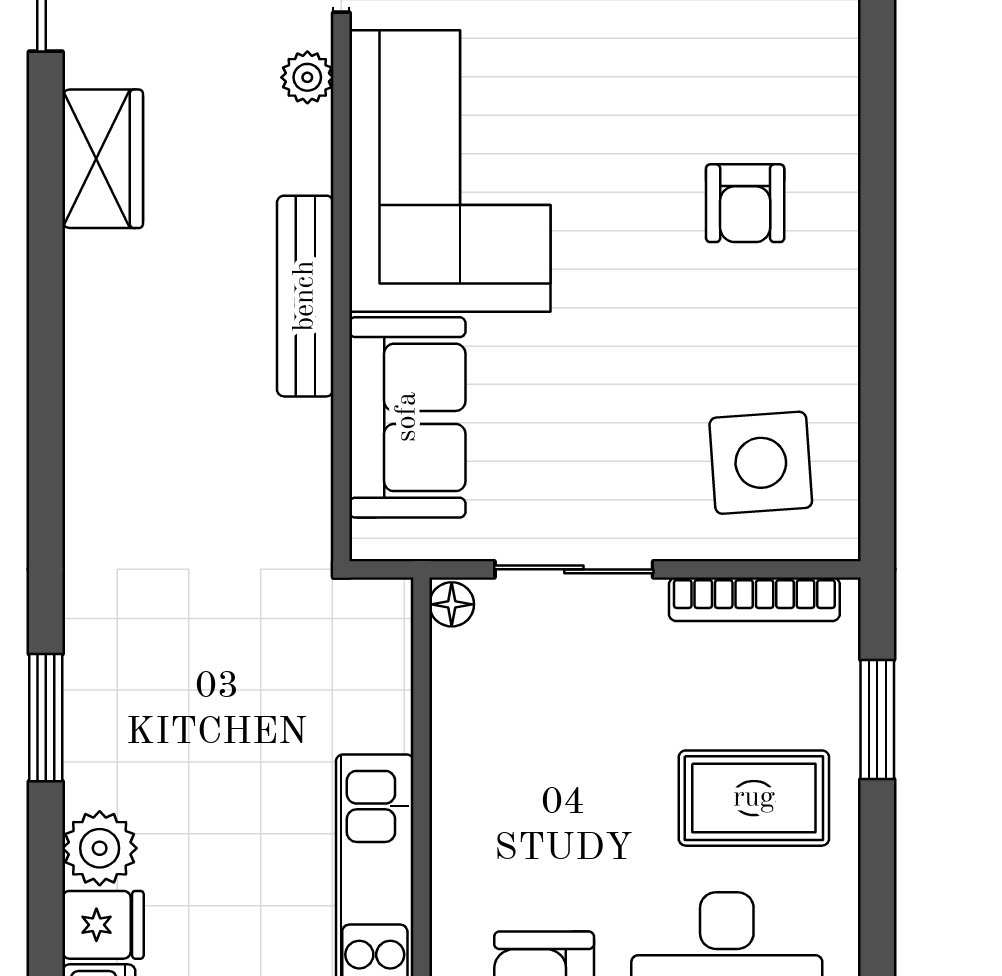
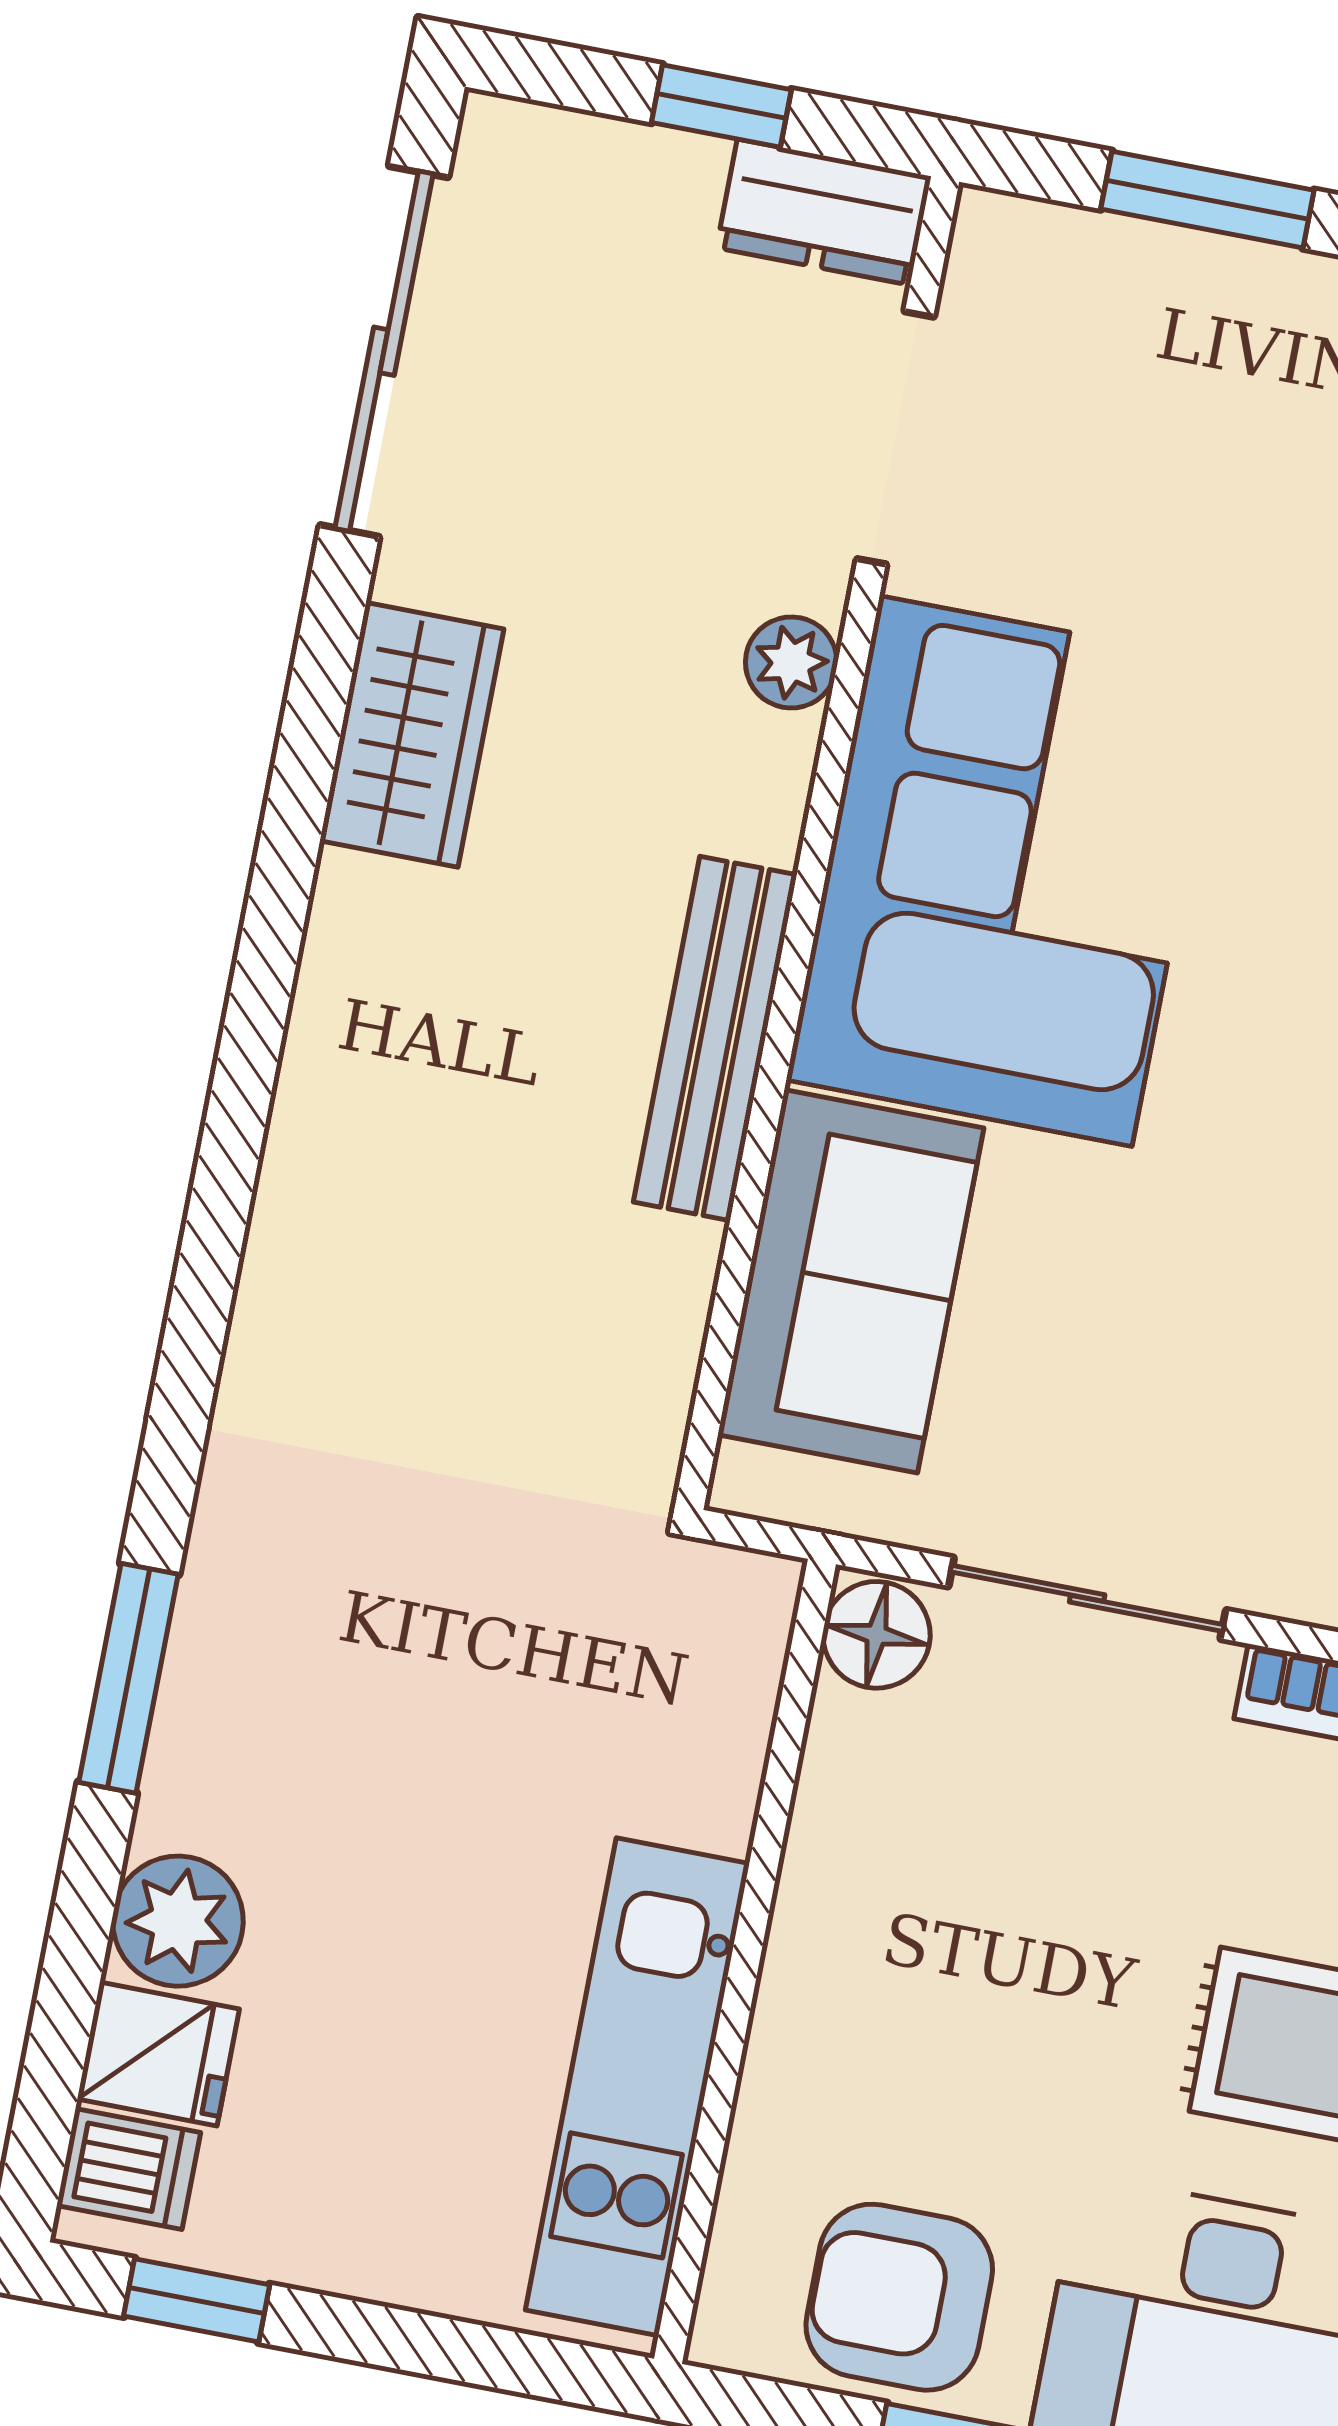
floor lamp: (452, 604) -> (877, 1635), width x1.37, depth x1.37

